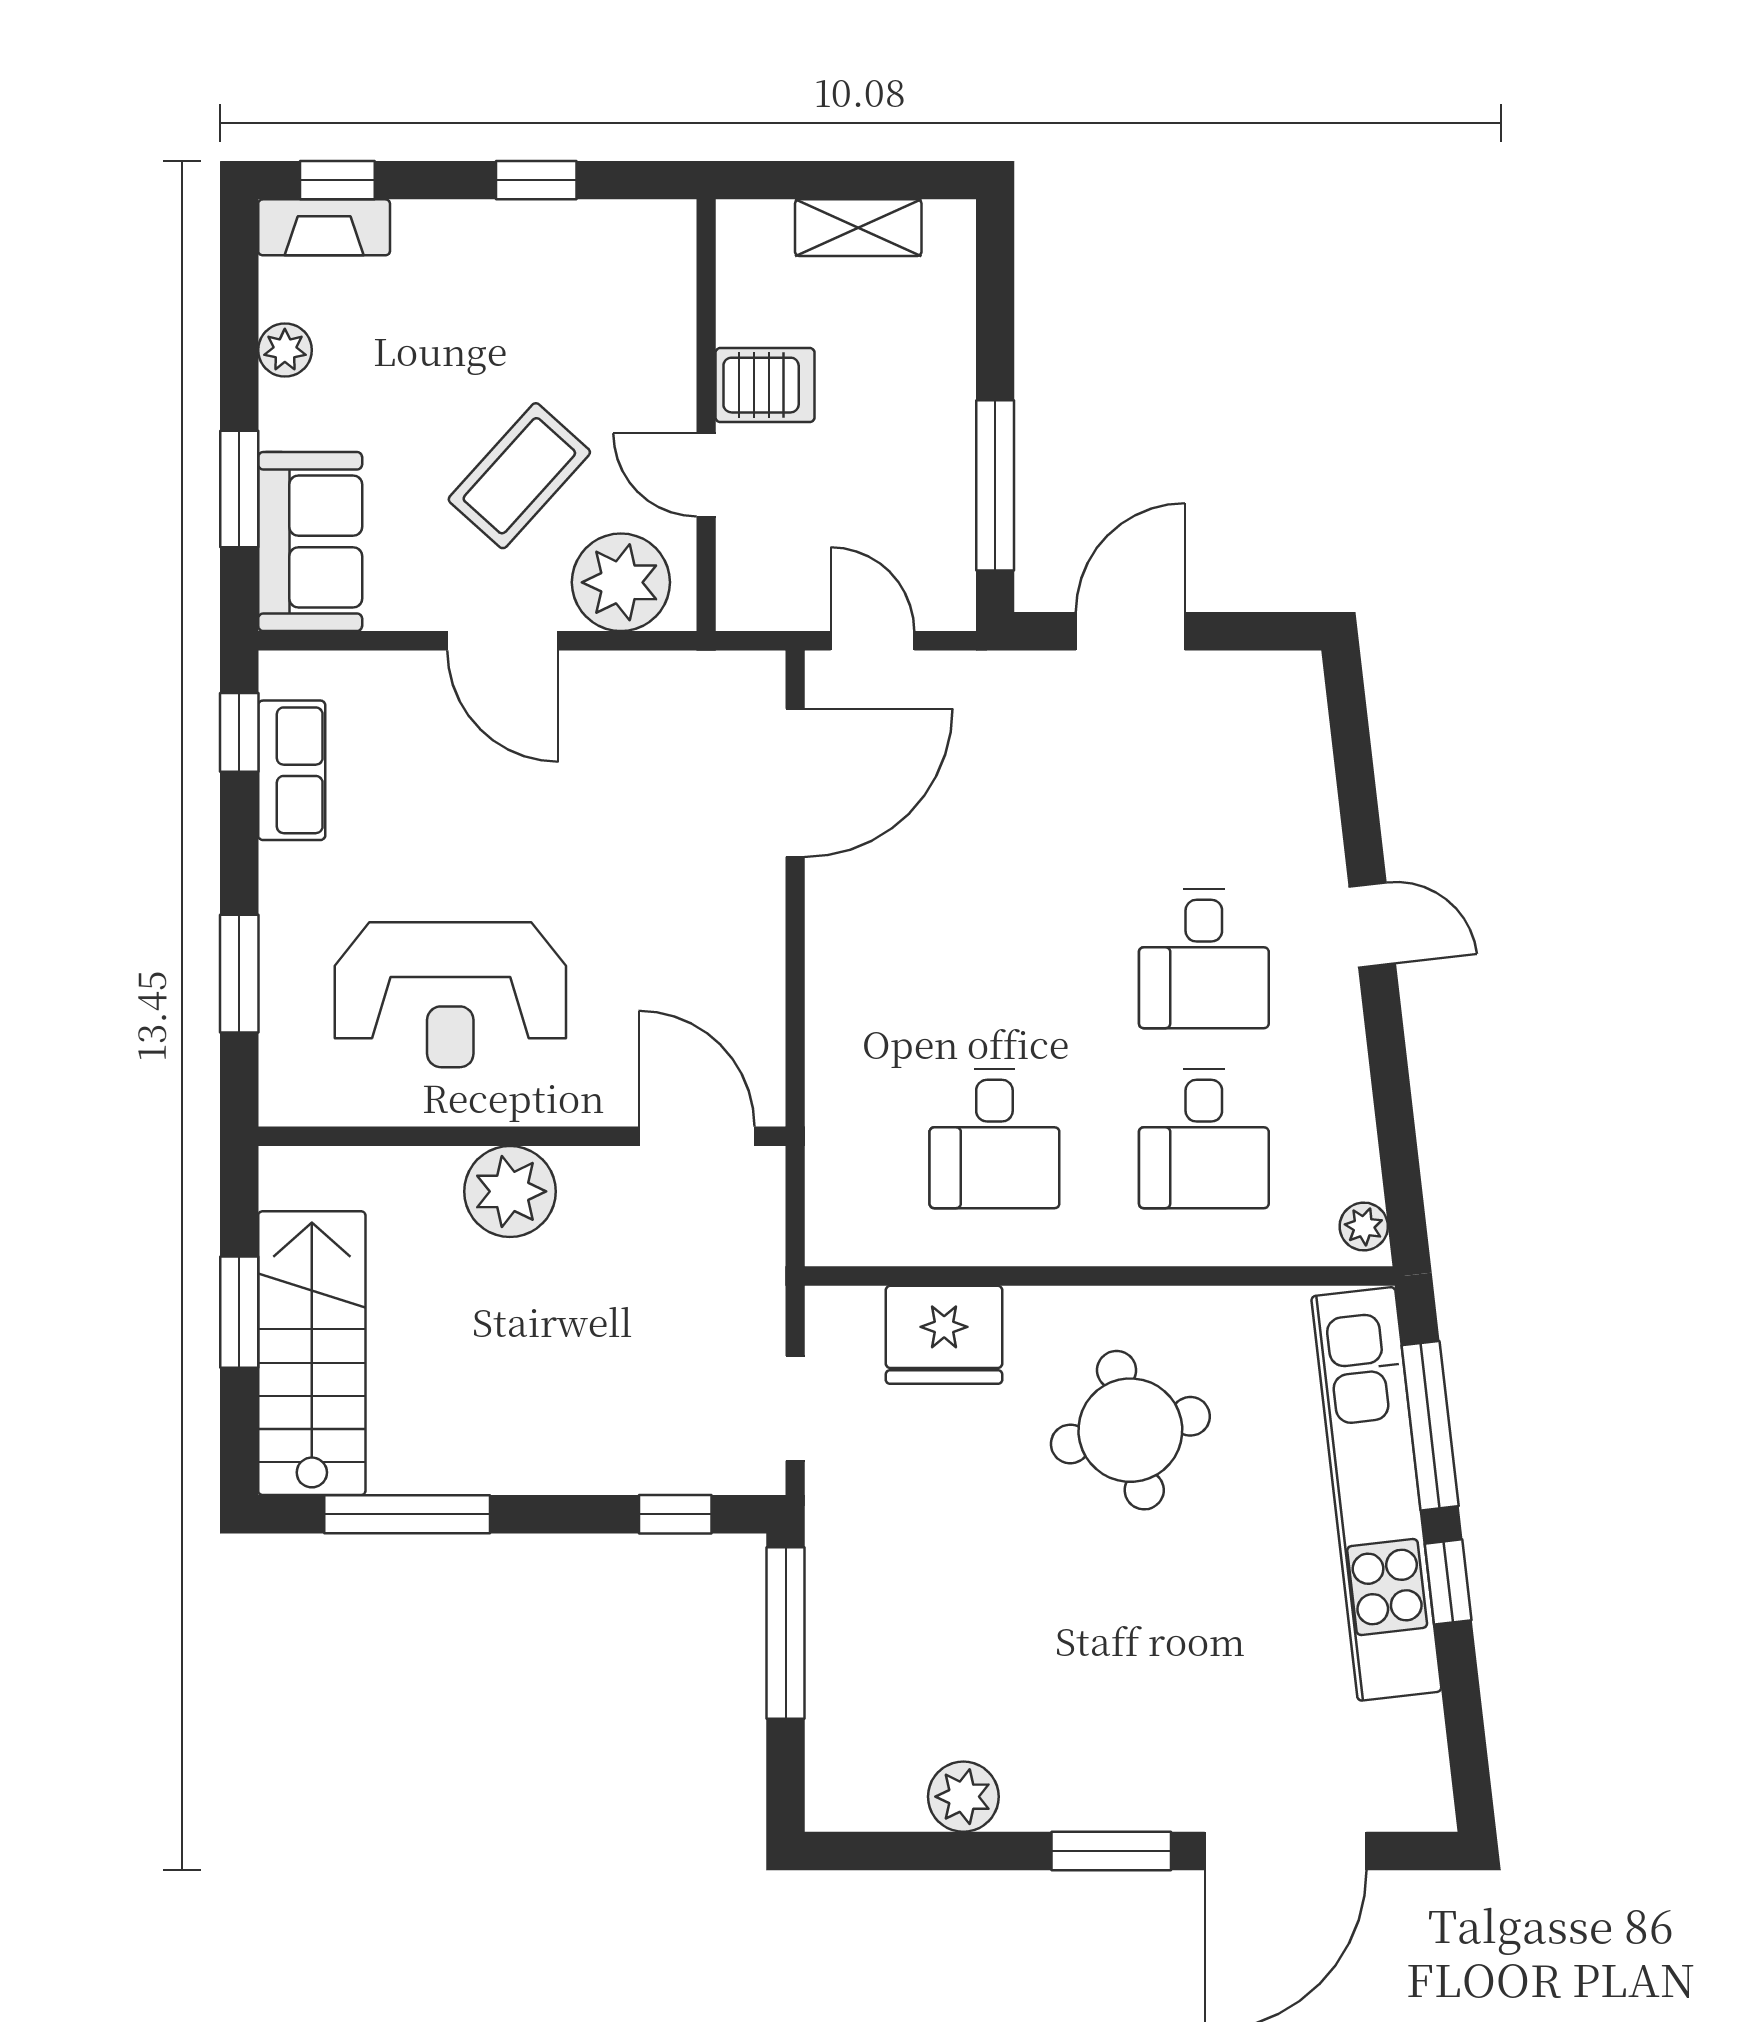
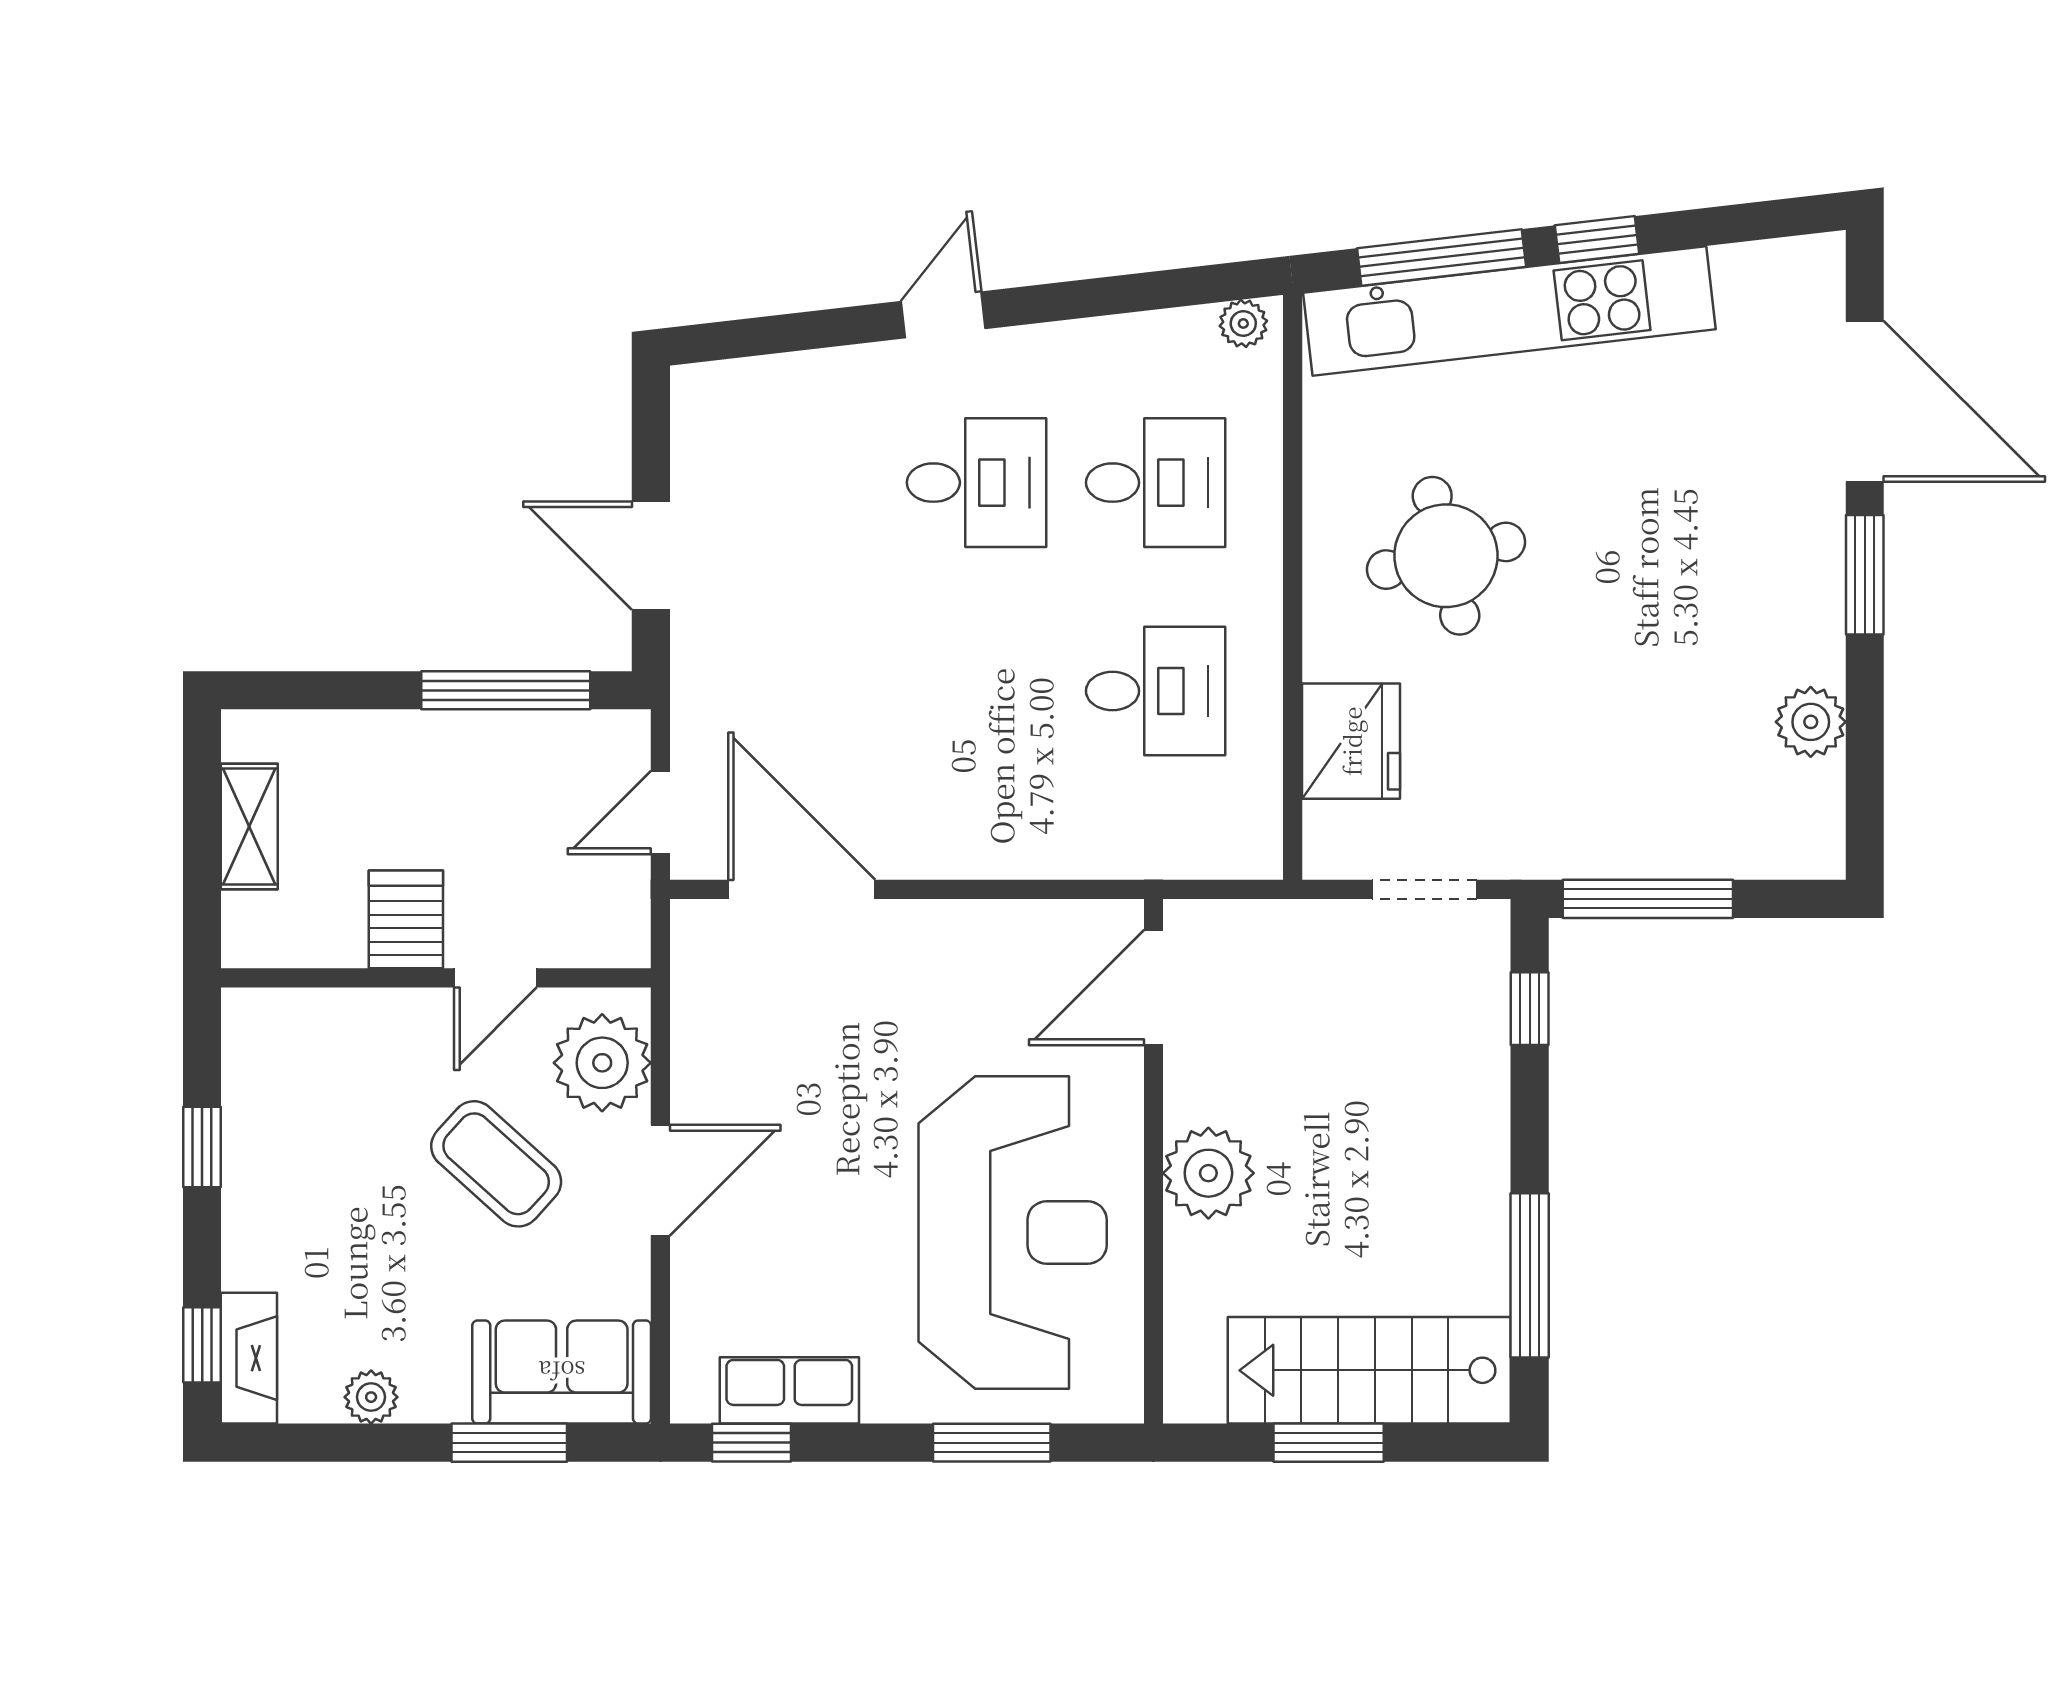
reception desk: (450, 995) -> (1013, 1233), width x1.36, depth x1.30

